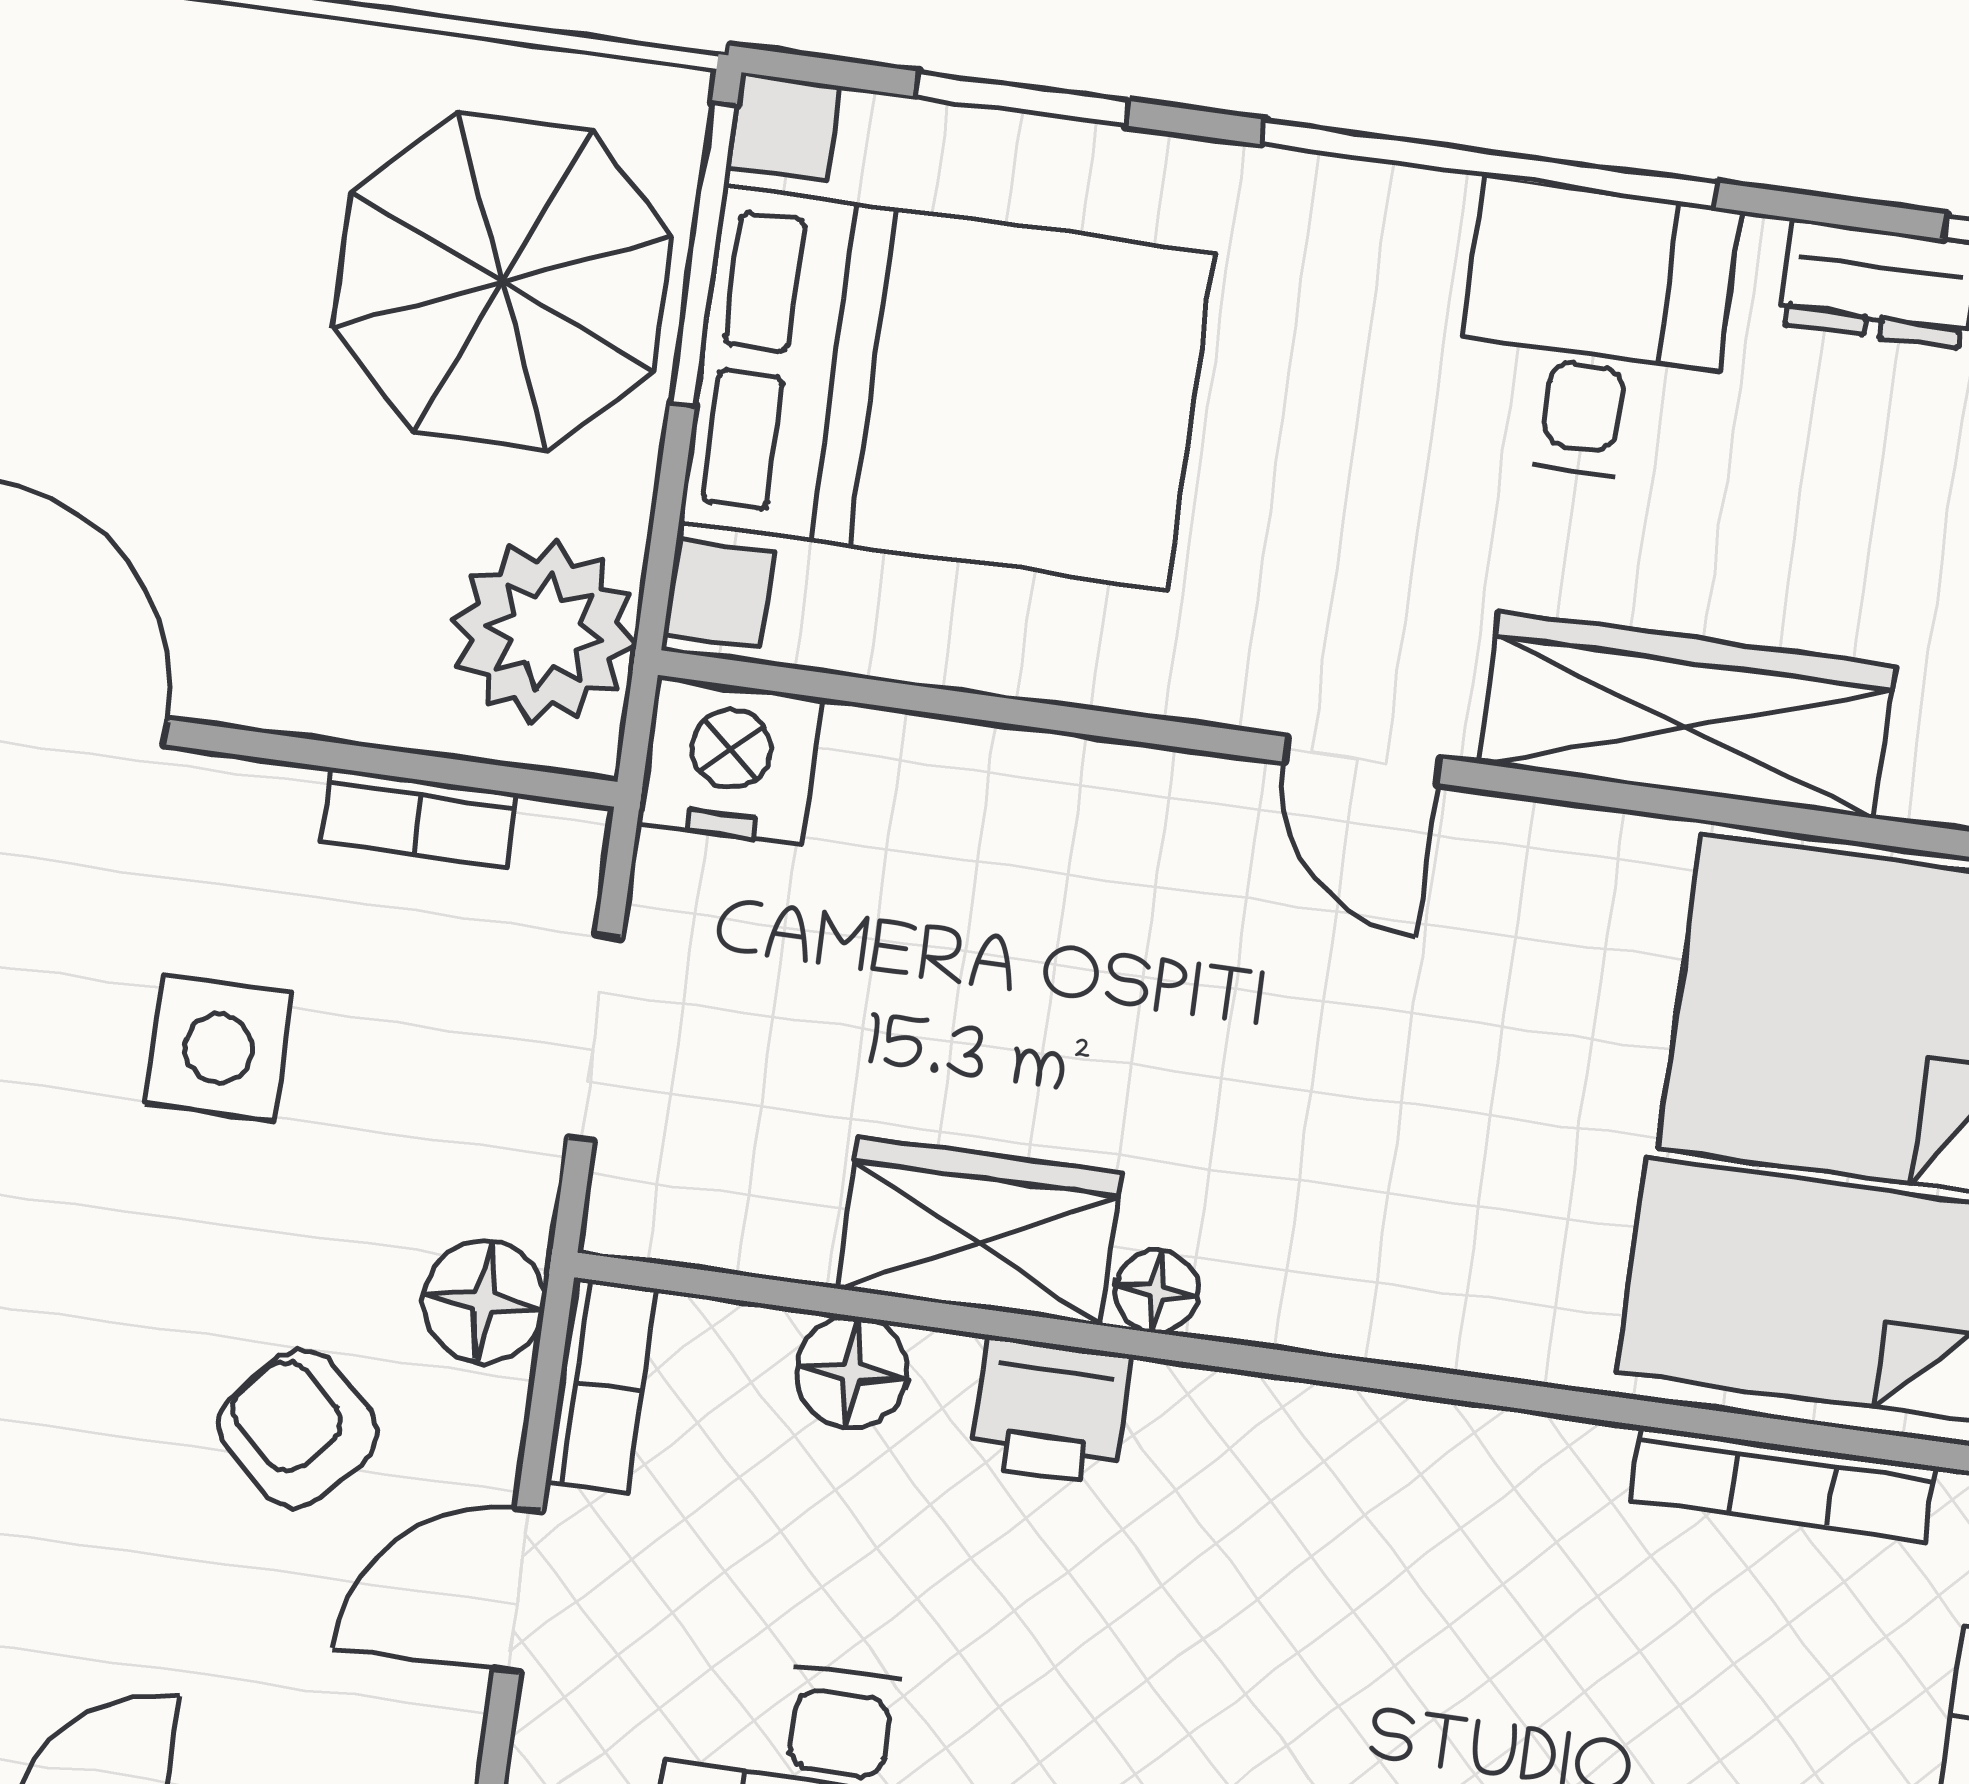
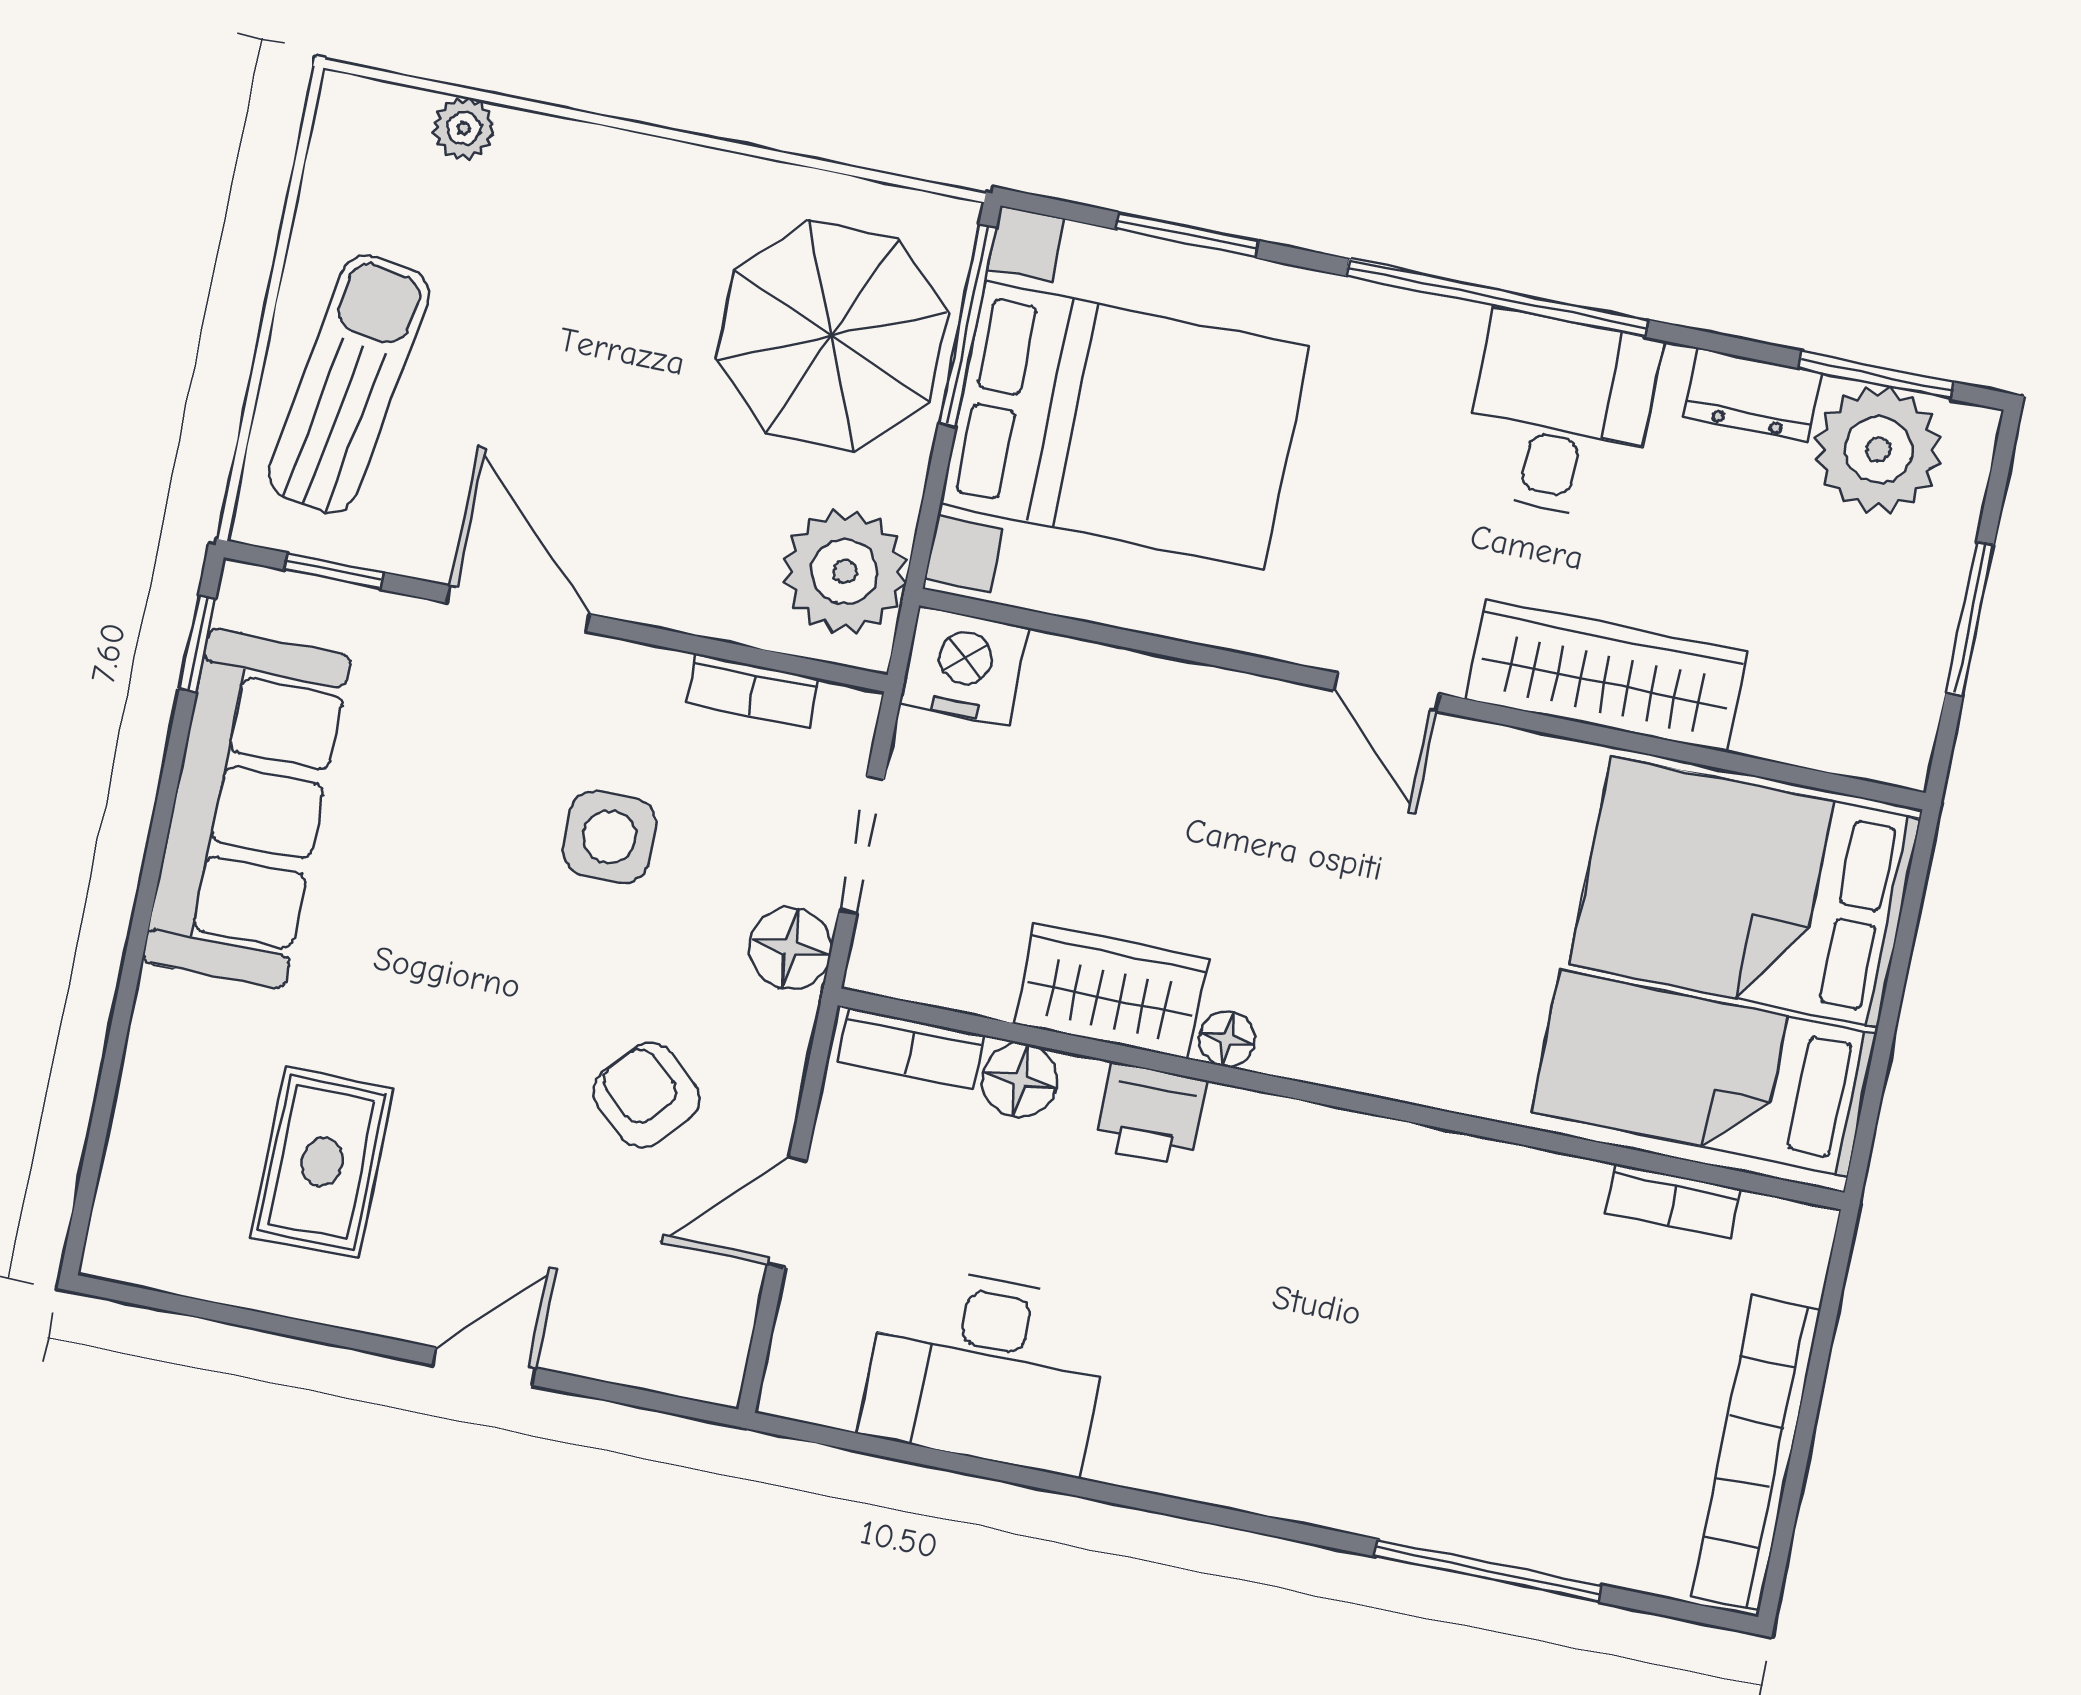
floor lamp: (484, 1302) -> (791, 948), moved
bookcase: (601, 1385) -> (911, 1048), moved, turned 90
bookcase: (1783, 1483) -> (1673, 1201), width x0.64

